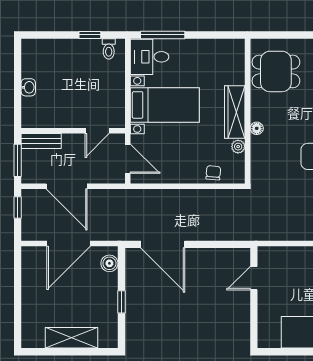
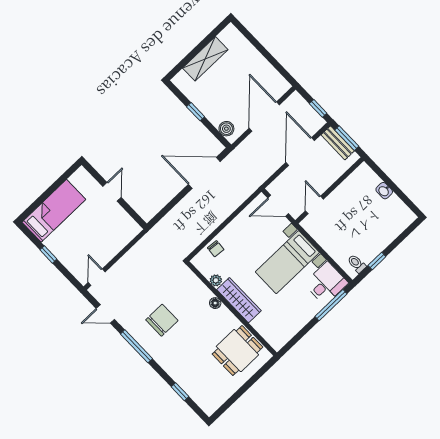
bench: (41, 141) -> (338, 143), moved, turned 90
door: (67, 186) -> (300, 151), hinge flipped
door: (254, 278) -> (112, 192), moved

